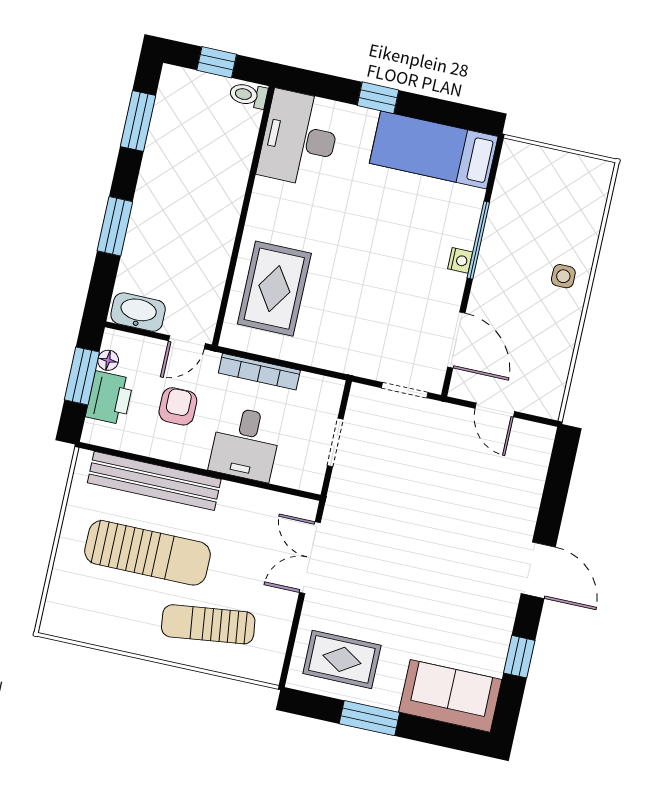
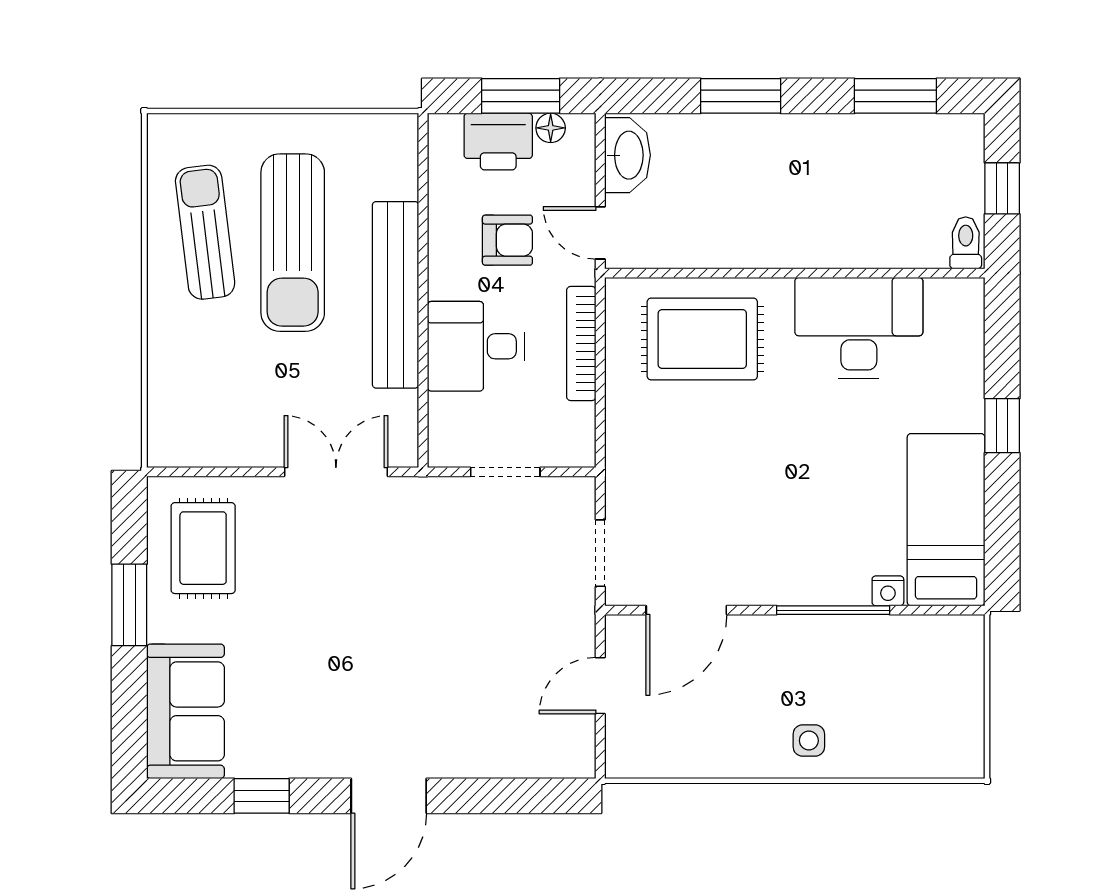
desk: (299, 138) -> (859, 328), moved
nightstand: (460, 260) -> (888, 591), moved
bench: (154, 481) -> (396, 295), moved
sun lounger: (208, 624) -> (205, 232), moved

